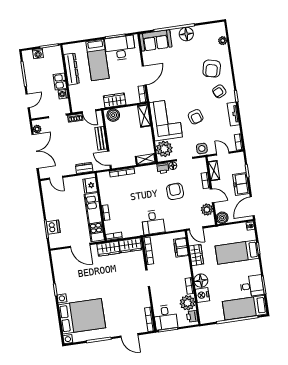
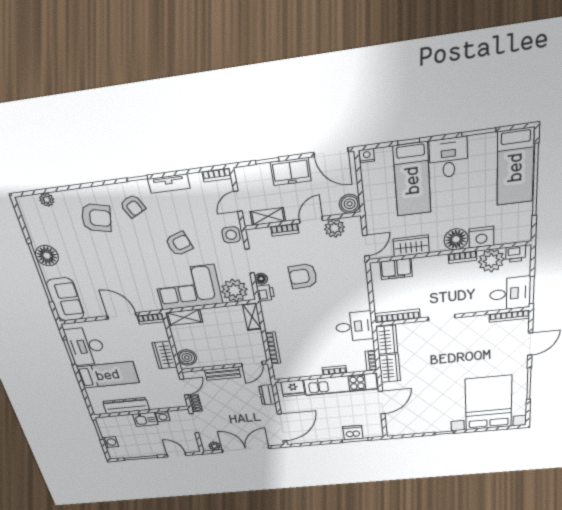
door: (56, 178) -> (282, 427), width x1.87
desk: (153, 222) -> (354, 326), moved
desk: (252, 286) -> (448, 158), moved

